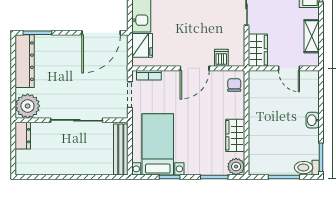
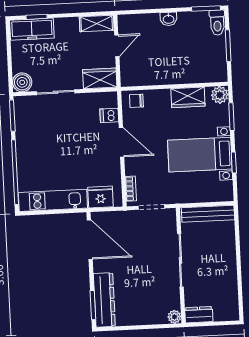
shelving: (312, 36) -> (97, 23), moved
dresser: (25, 61) -> (104, 300), moved, turned 90
plant: (28, 106) -> (174, 317), width x0.53, depth x0.53
bed with nightstands: (158, 144) -> (200, 155), moved

